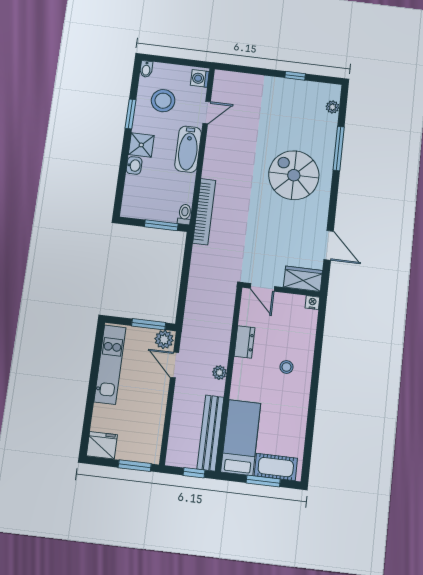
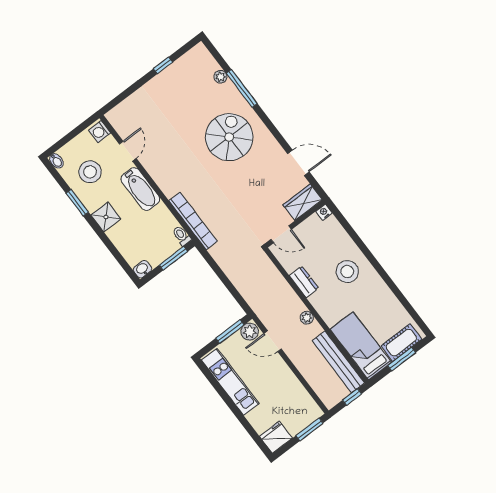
plant: (333, 107) -> (220, 77), moved
washbasin: (134, 165) -> (143, 269), moved, turned -90
spiral stairs: (294, 175) -> (229, 137), turned 90
stool: (286, 367) -> (347, 272), width x1.89, depth x1.89

